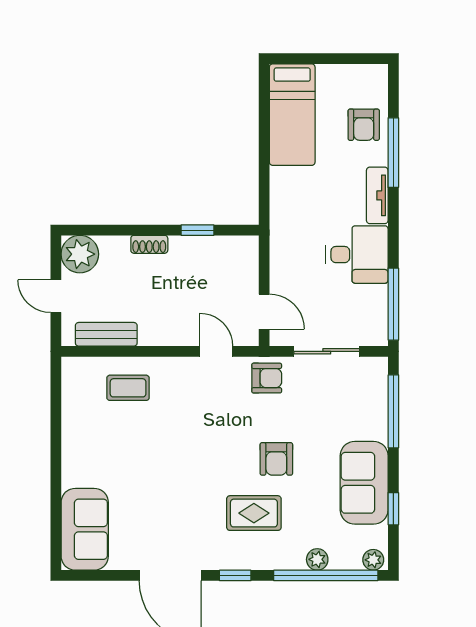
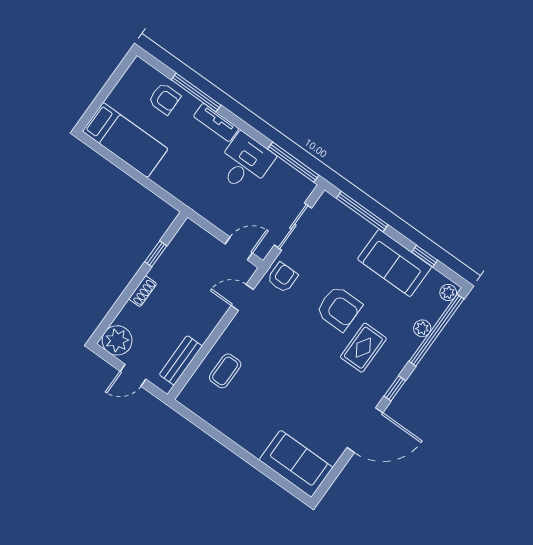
armchair: (276, 459) -> (339, 308), width x1.38, depth x1.38

